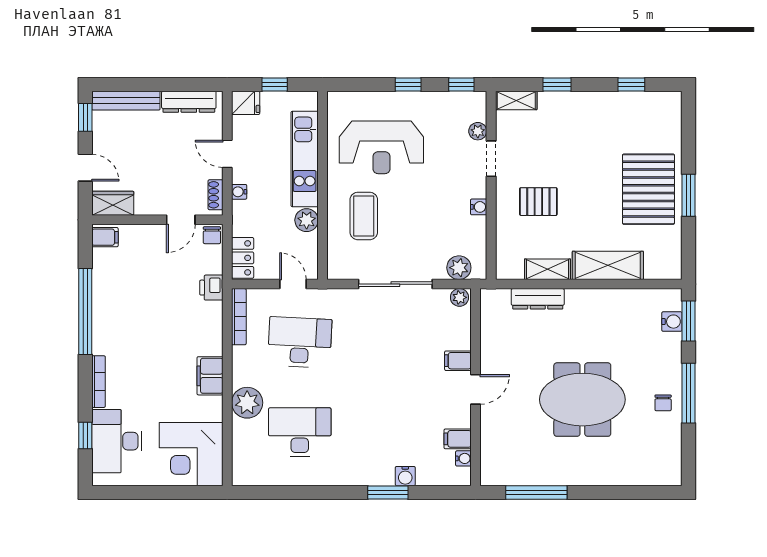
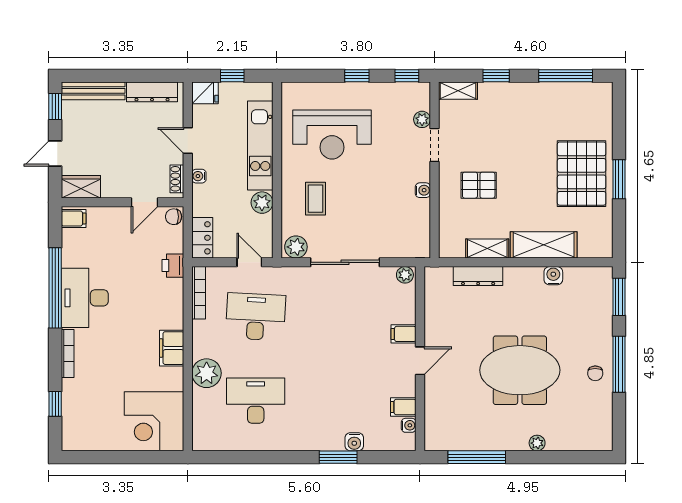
window: (631, 84) -> (566, 76), width x2.17
door: (85, 168) -> (55, 153), swing flipped
coffee table: (364, 216) -> (315, 199), width x0.73, depth x0.77
chair: (212, 235) -> (174, 217), turned 90
plant: (459, 268) -> (296, 247), moved
water cooler: (672, 322) -> (553, 276), moved, turned -90
desk: (117, 441) -> (85, 298), moved
plant: (601, 477) -> (537, 443), added

